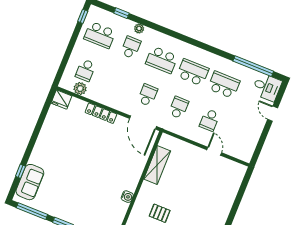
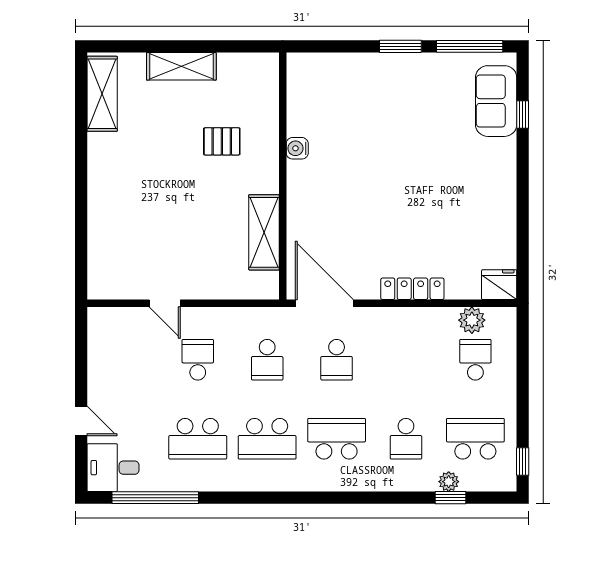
plant: (139, 29) -> (449, 482), moved

